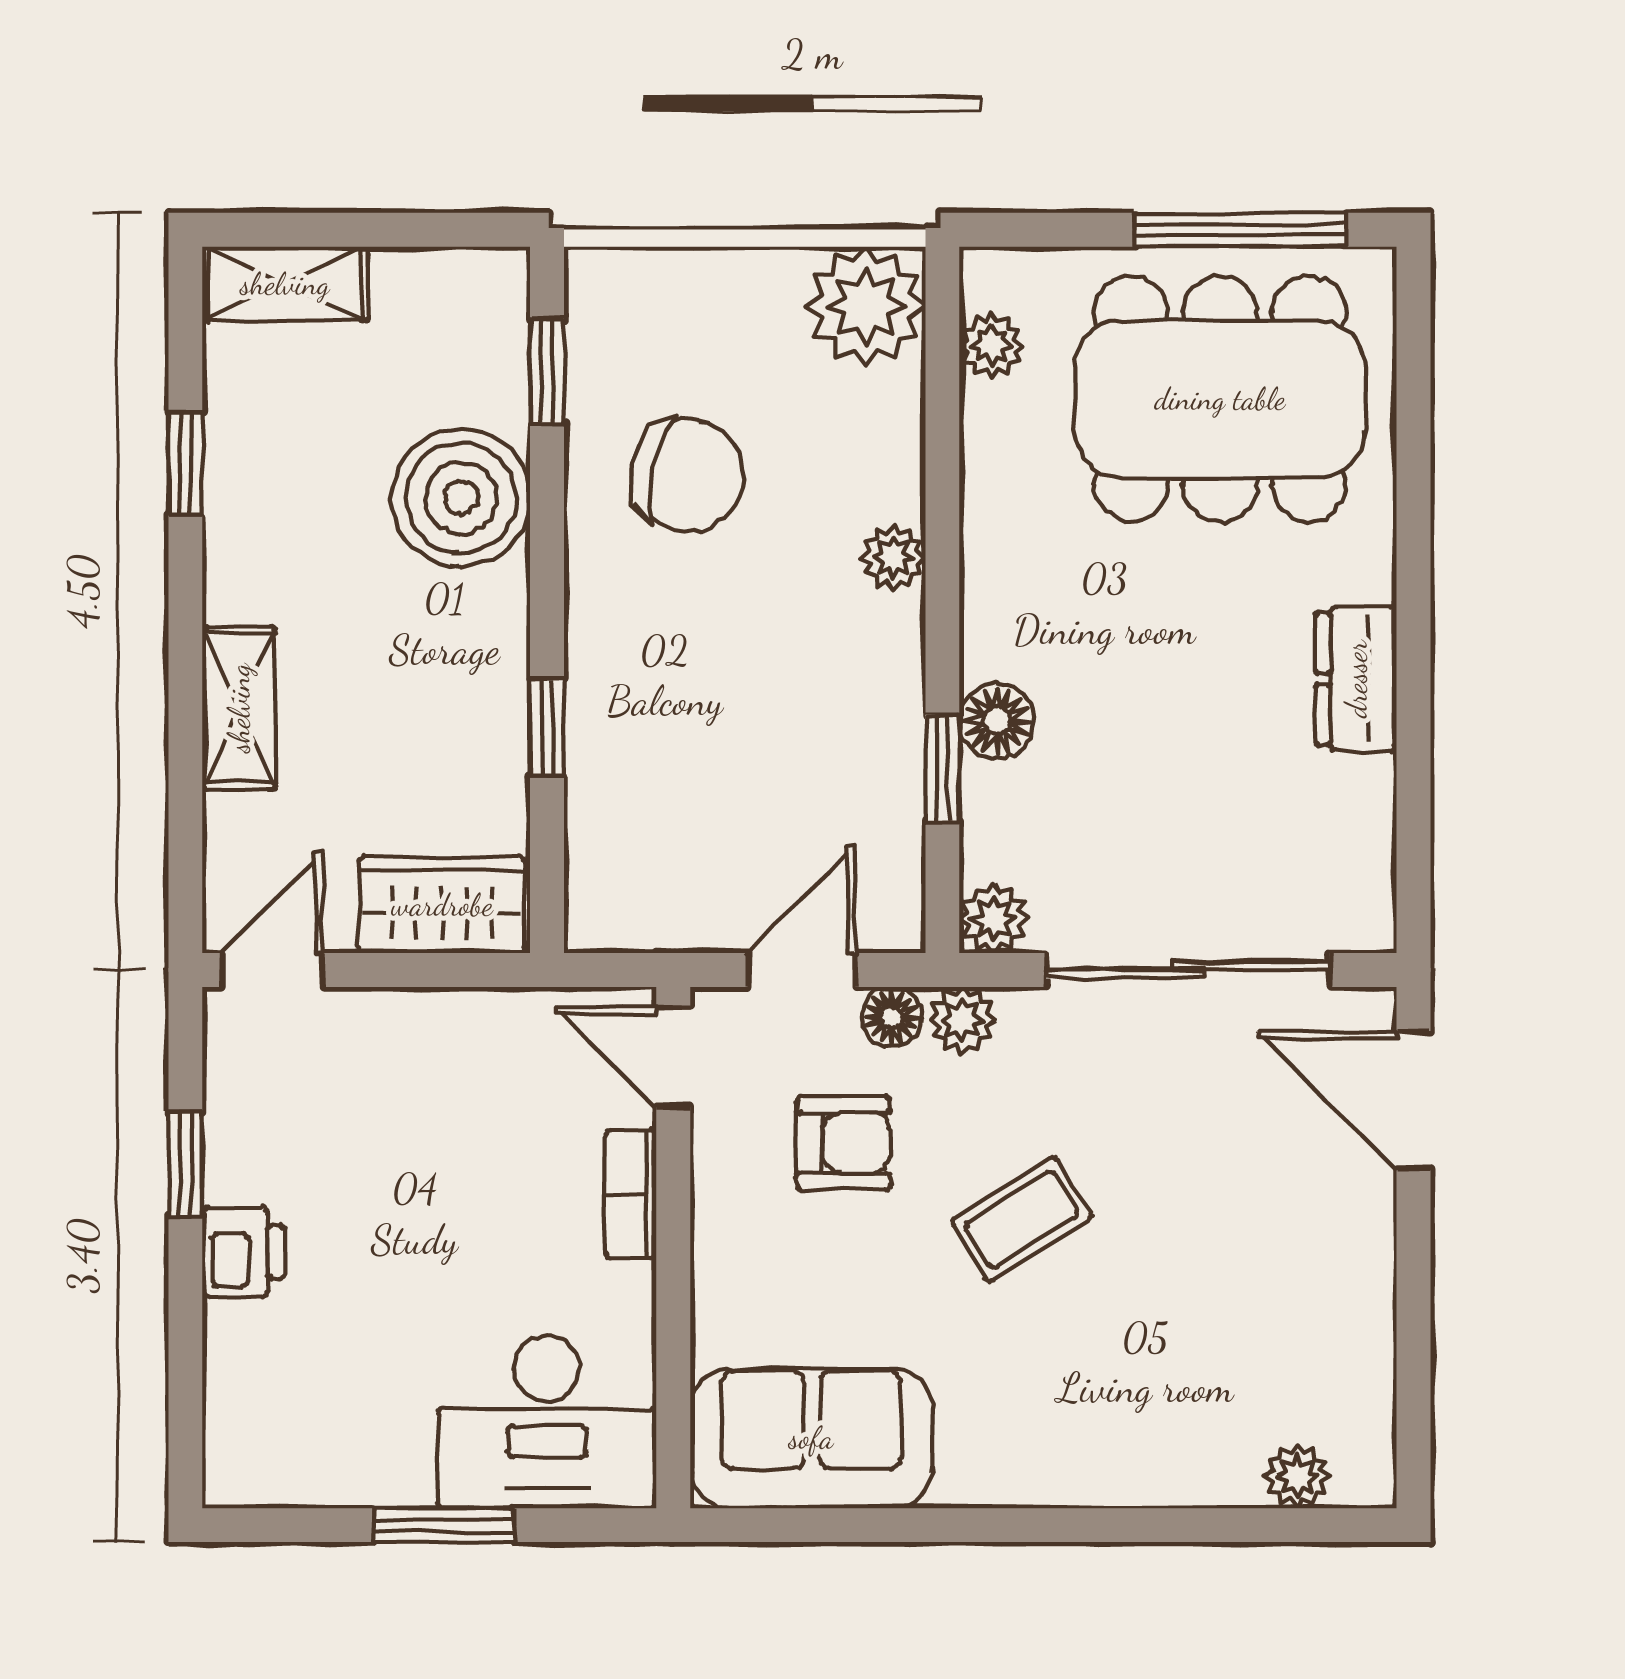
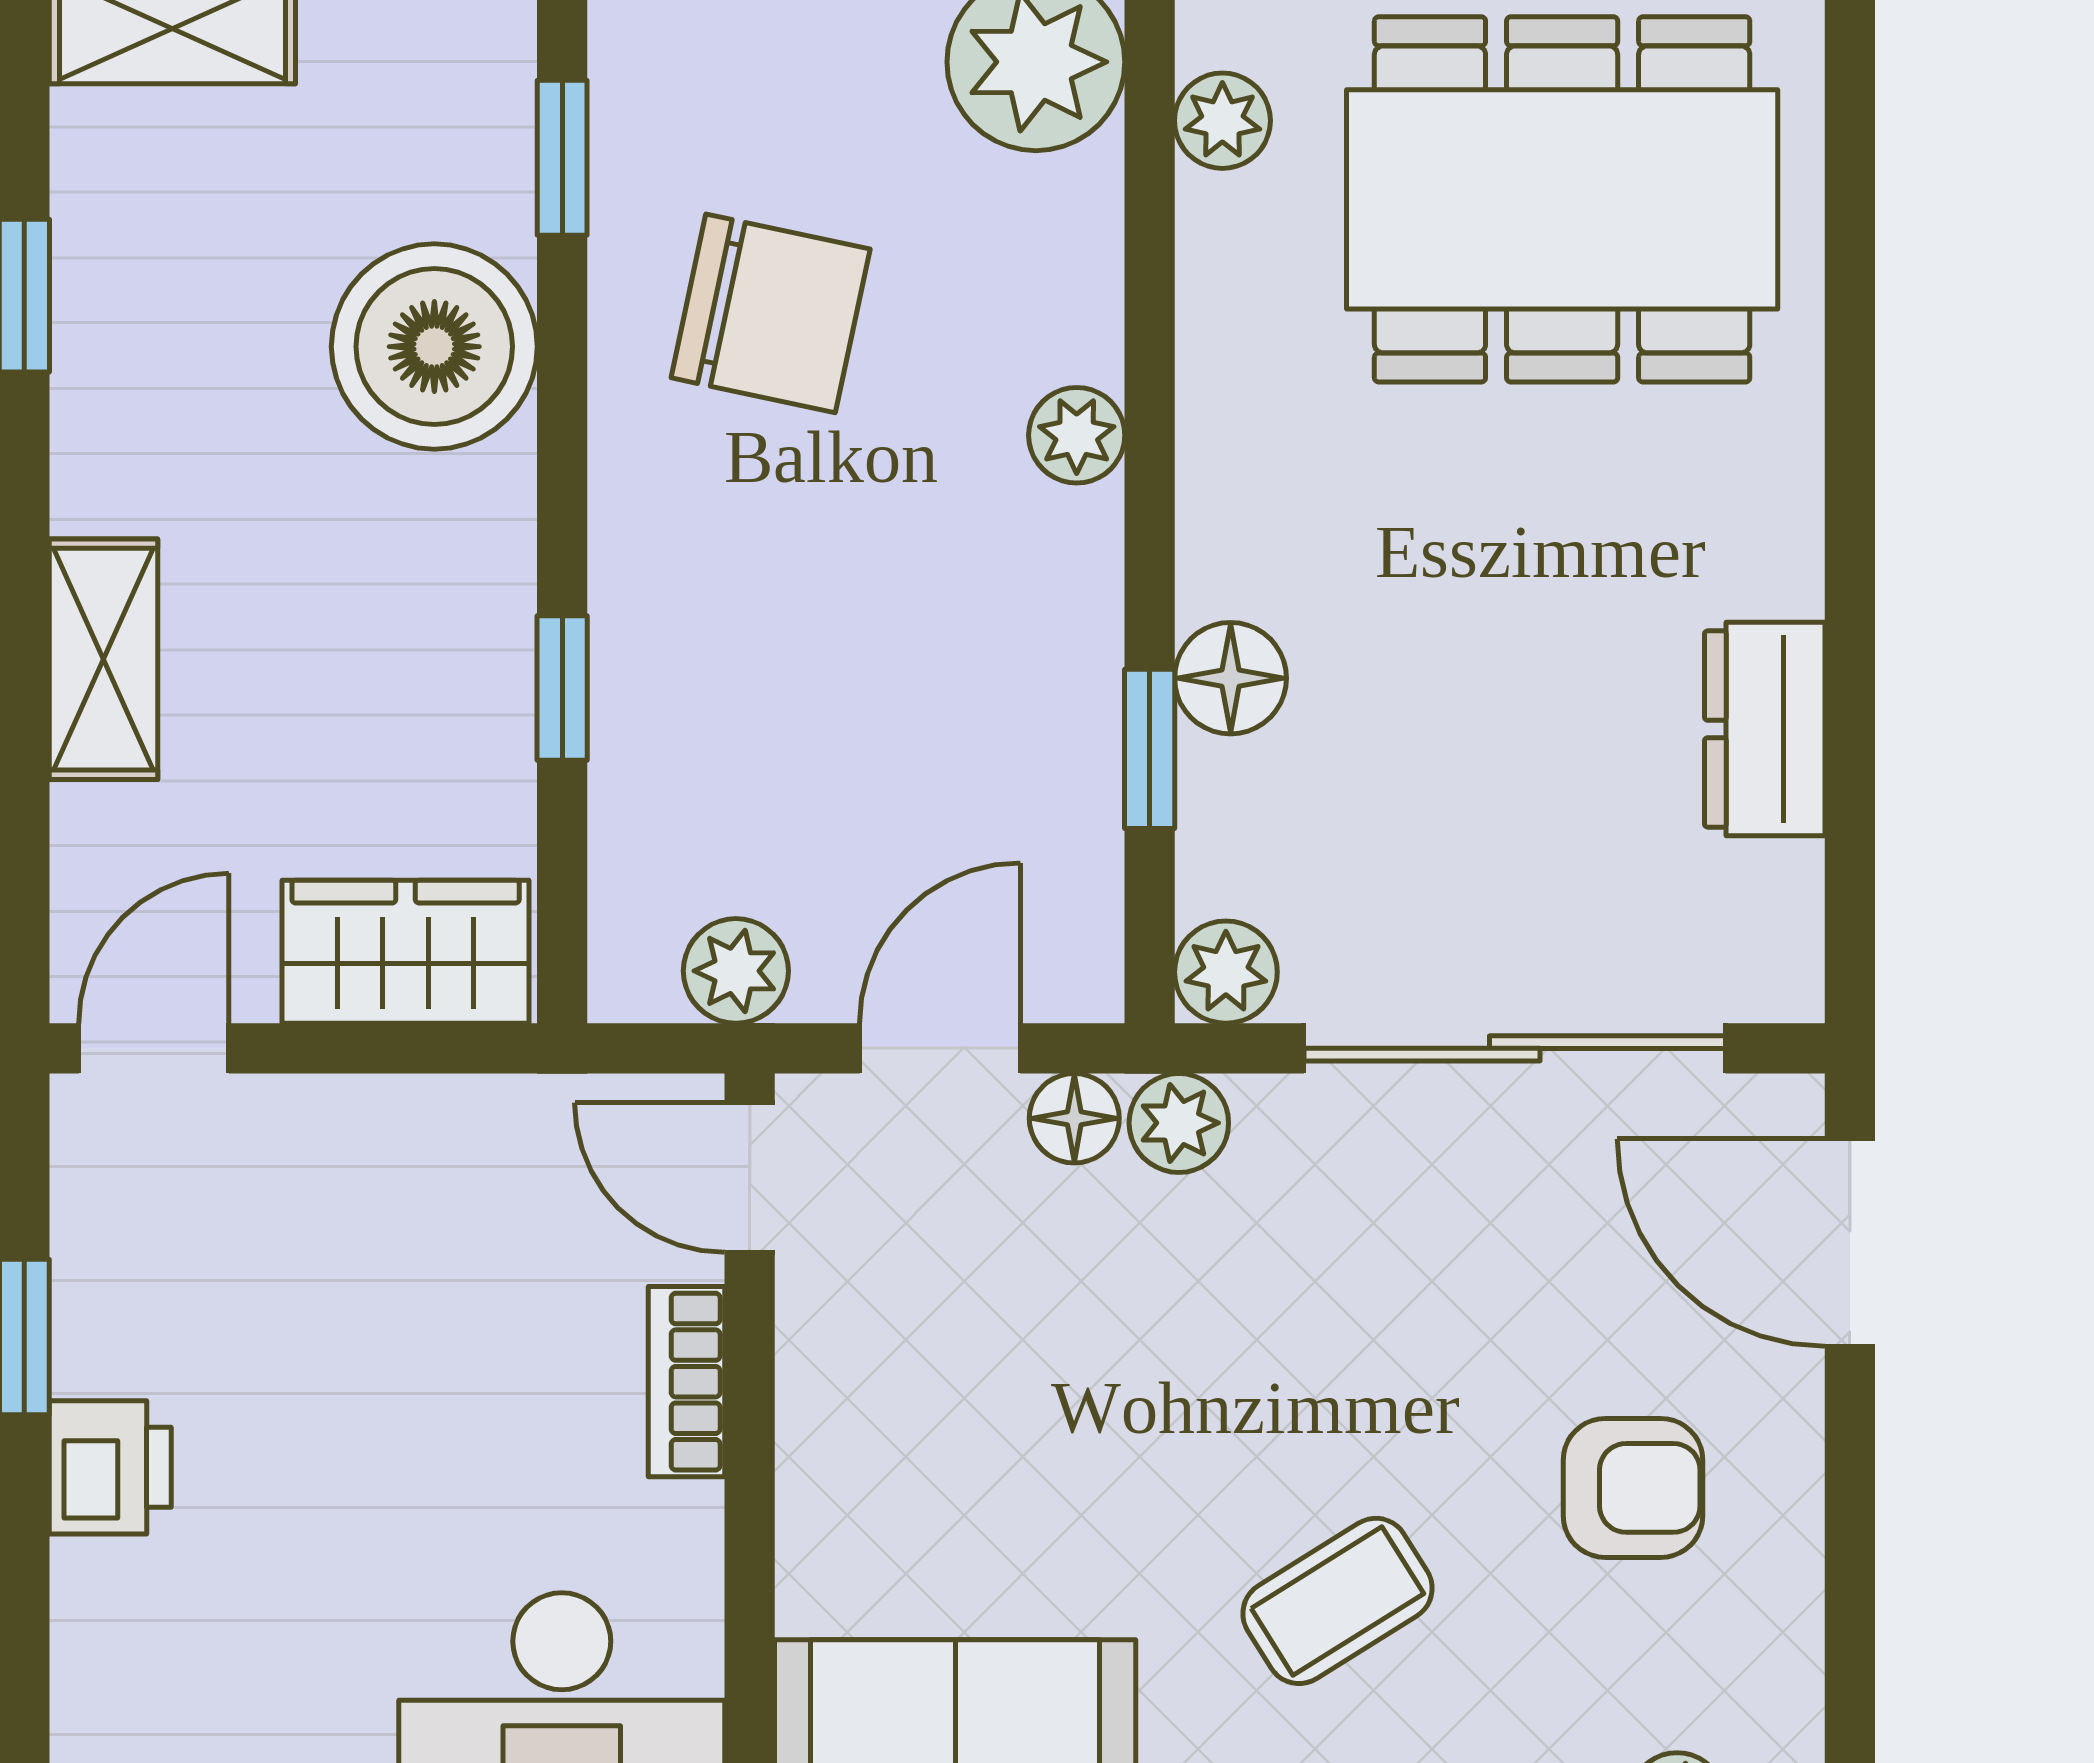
dresser: (1356, 679) -> (1765, 729), moved
plant: (664, 918) -> (736, 971), added
armchair: (843, 1143) -> (1633, 1488), moved
coffee table: (1022, 1219) -> (1337, 1601), moved

